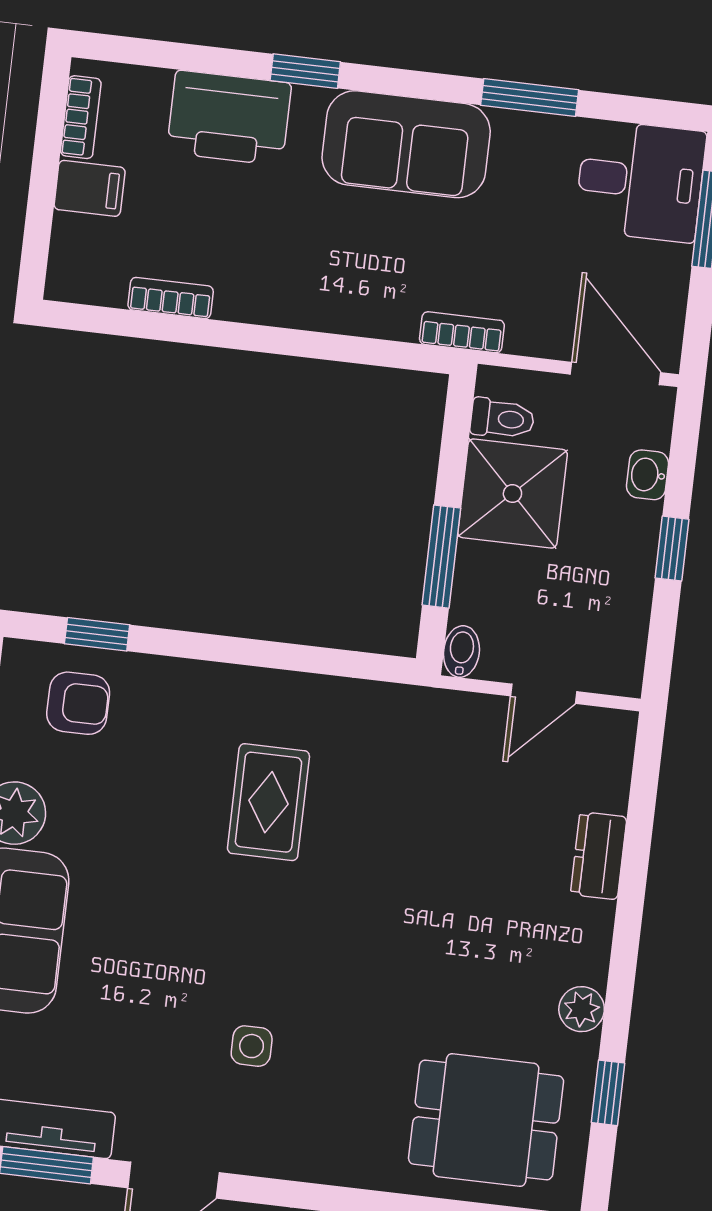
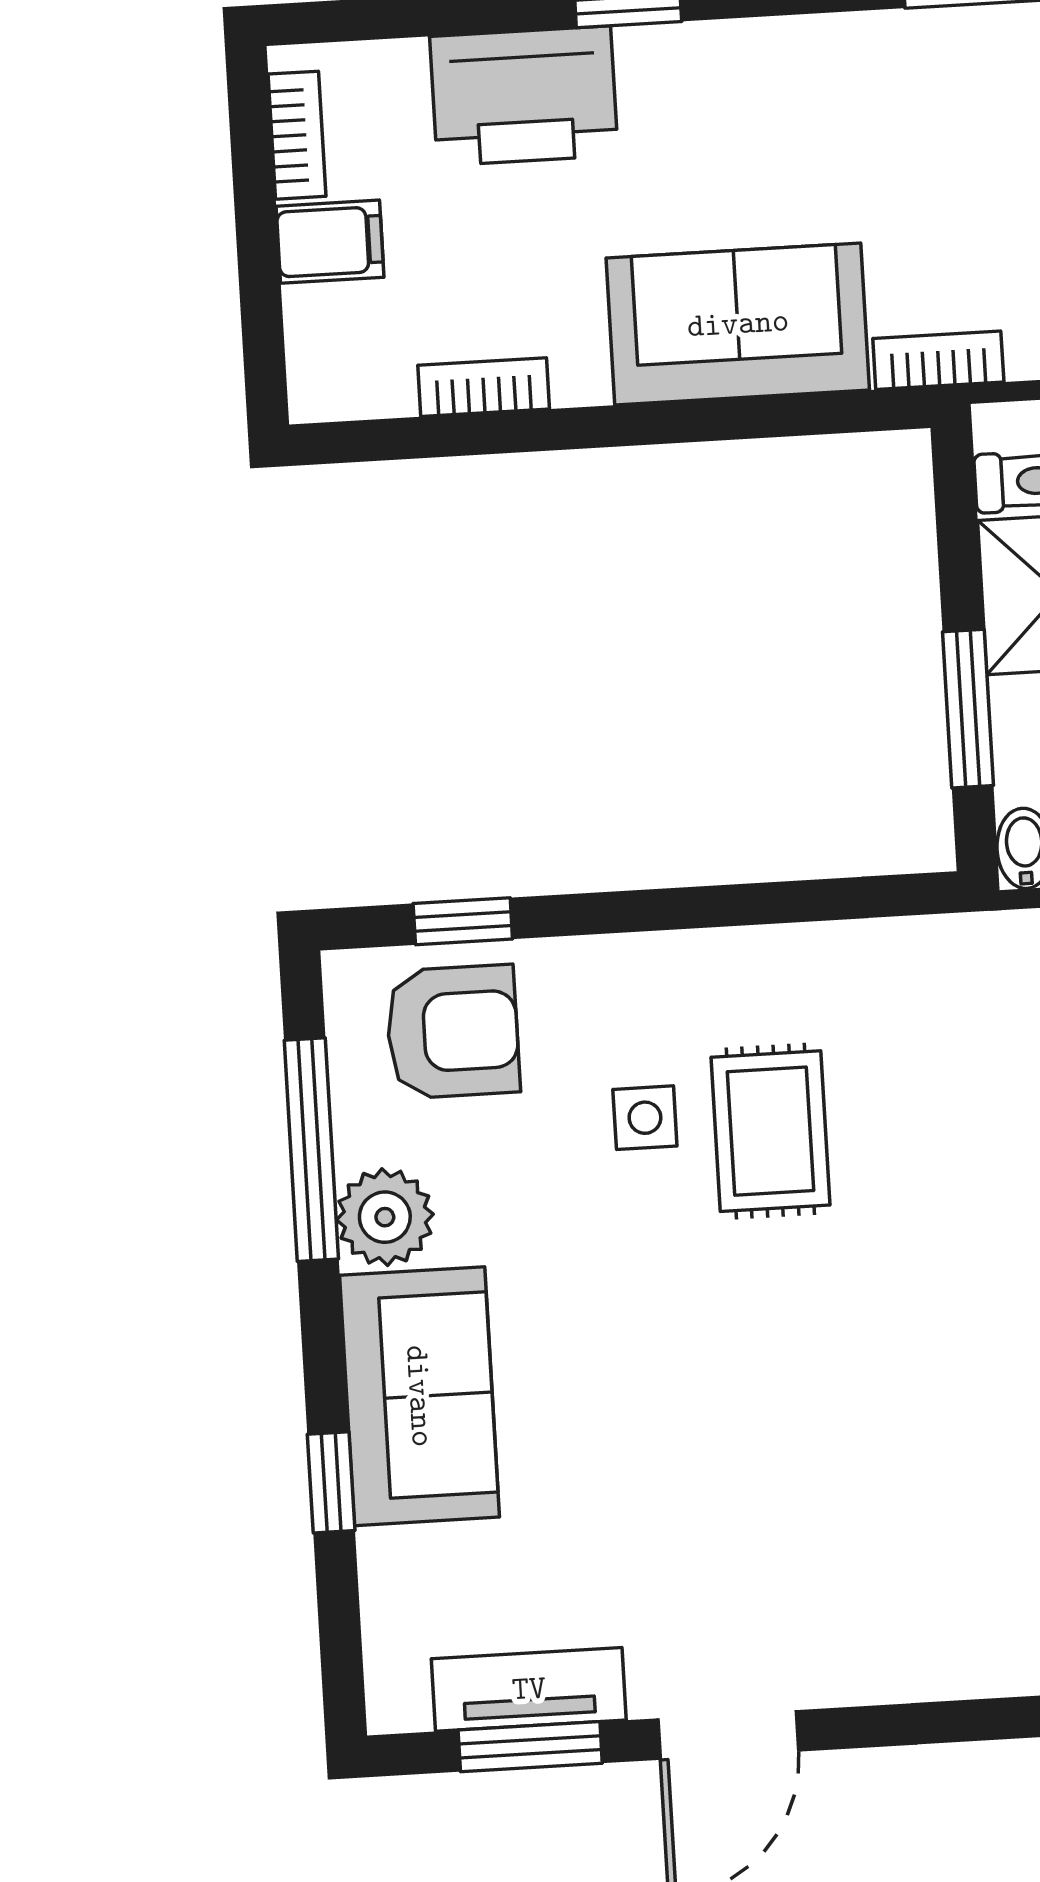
sofa: (406, 144) -> (738, 324), moved, turned 180
armchair: (78, 703) -> (453, 1032), width x1.38, depth x1.38
side table: (252, 1046) -> (645, 1118), moved

